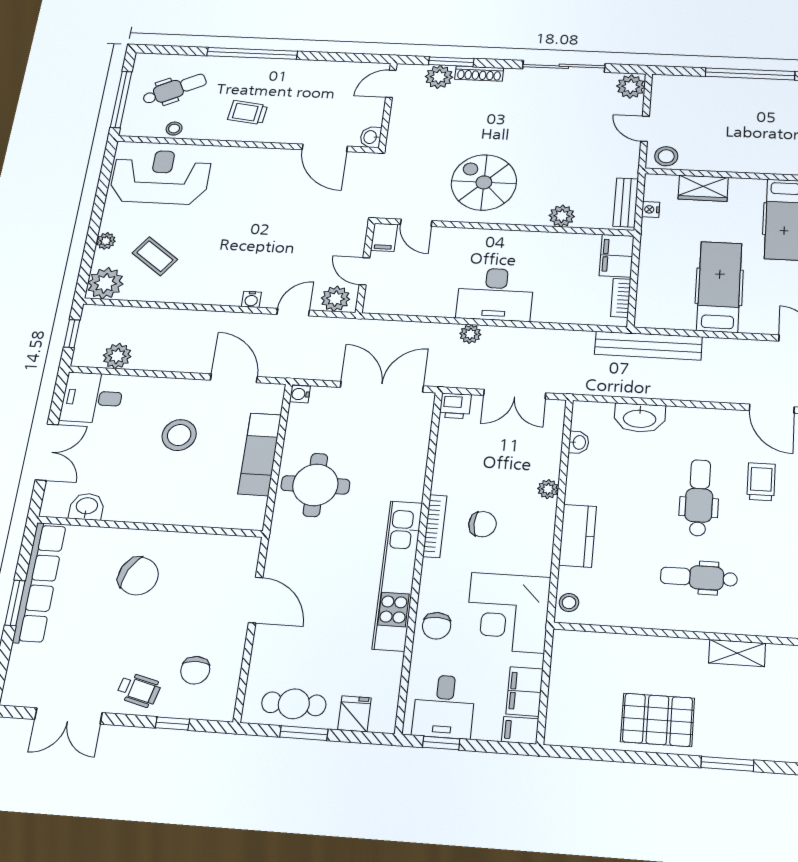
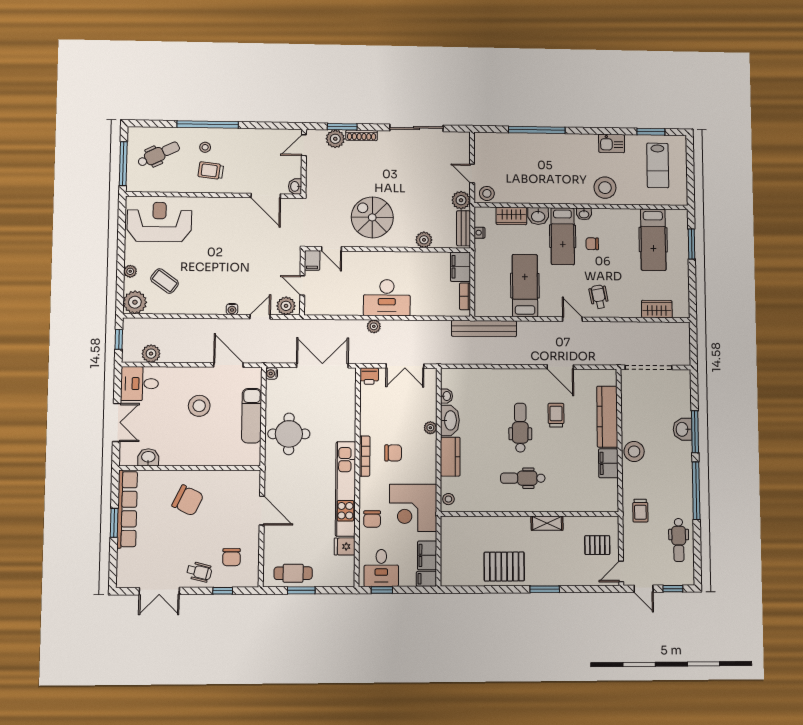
plant: (631, 87) -> (461, 200), moved
stool: (174, 129) -> (205, 147), moved
washbasin: (746, 190) -> (538, 216), added
washbasin: (640, 418) -> (450, 420), moved, turned -90
fridge: (354, 714) -> (345, 546), moved, turned -90

